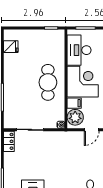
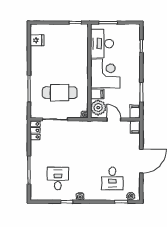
cafe table: (48, 82) -> (60, 93), moved, turned 90
door: (92, 130) -> (114, 119), swing flipped

